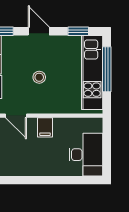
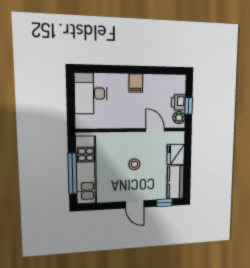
window: (78, 31) -> (100, 206), removed
filing cabinet: (45, 127) -> (136, 83), moved, turned 180

